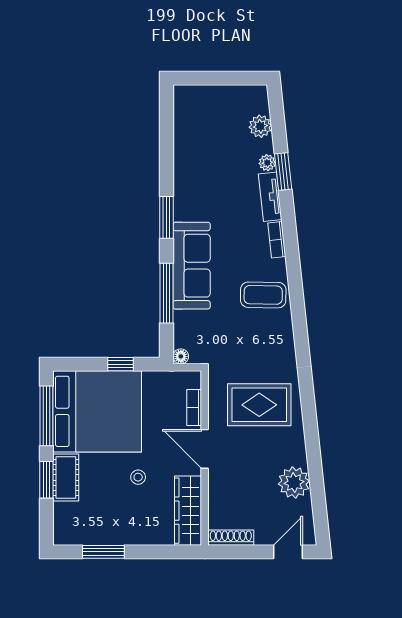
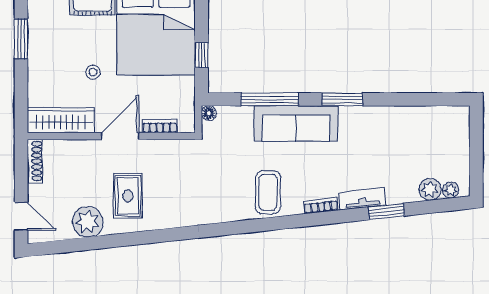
plant: (267, 163) -> (451, 190), moved
rug: (259, 405) -> (128, 196), moved, width x0.73, depth x0.70

